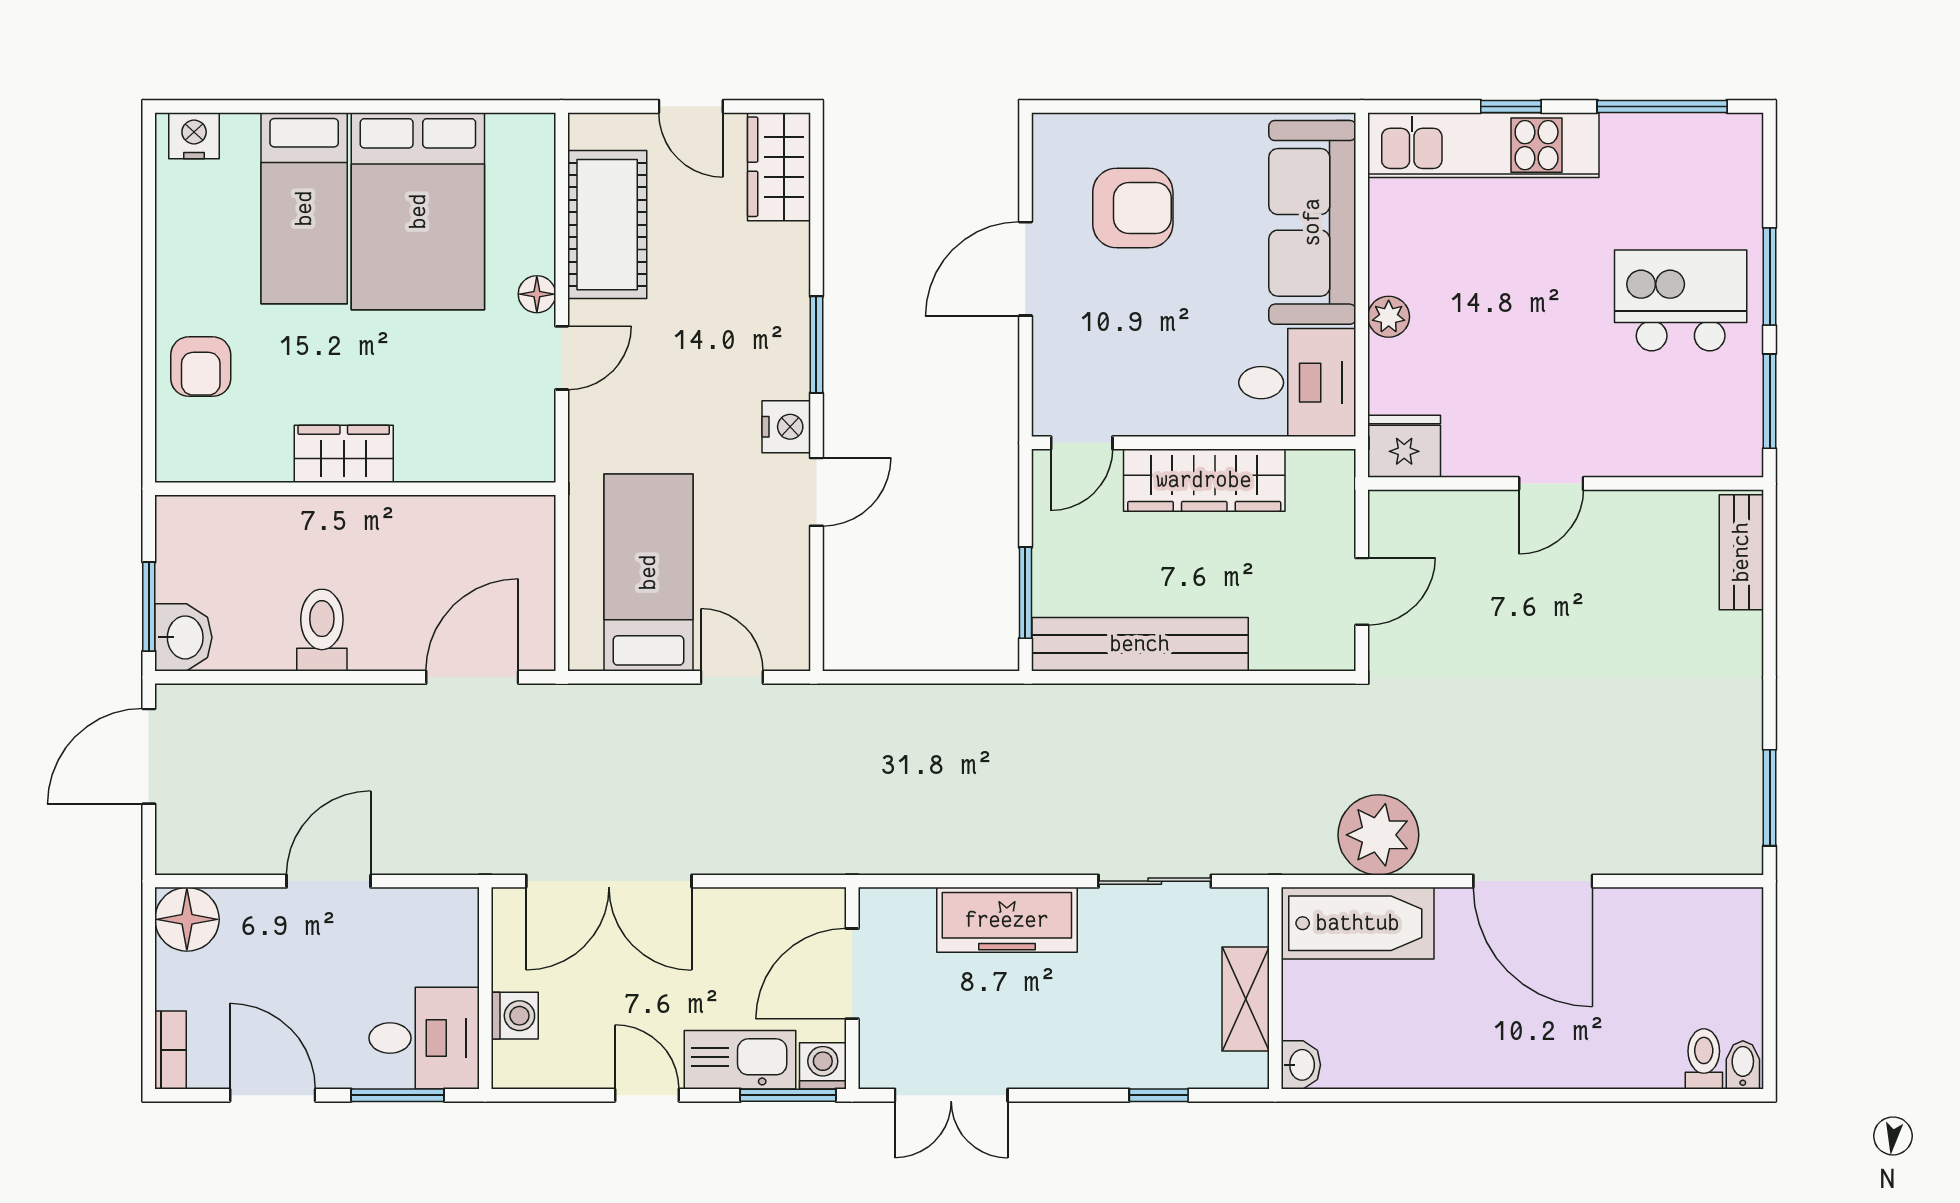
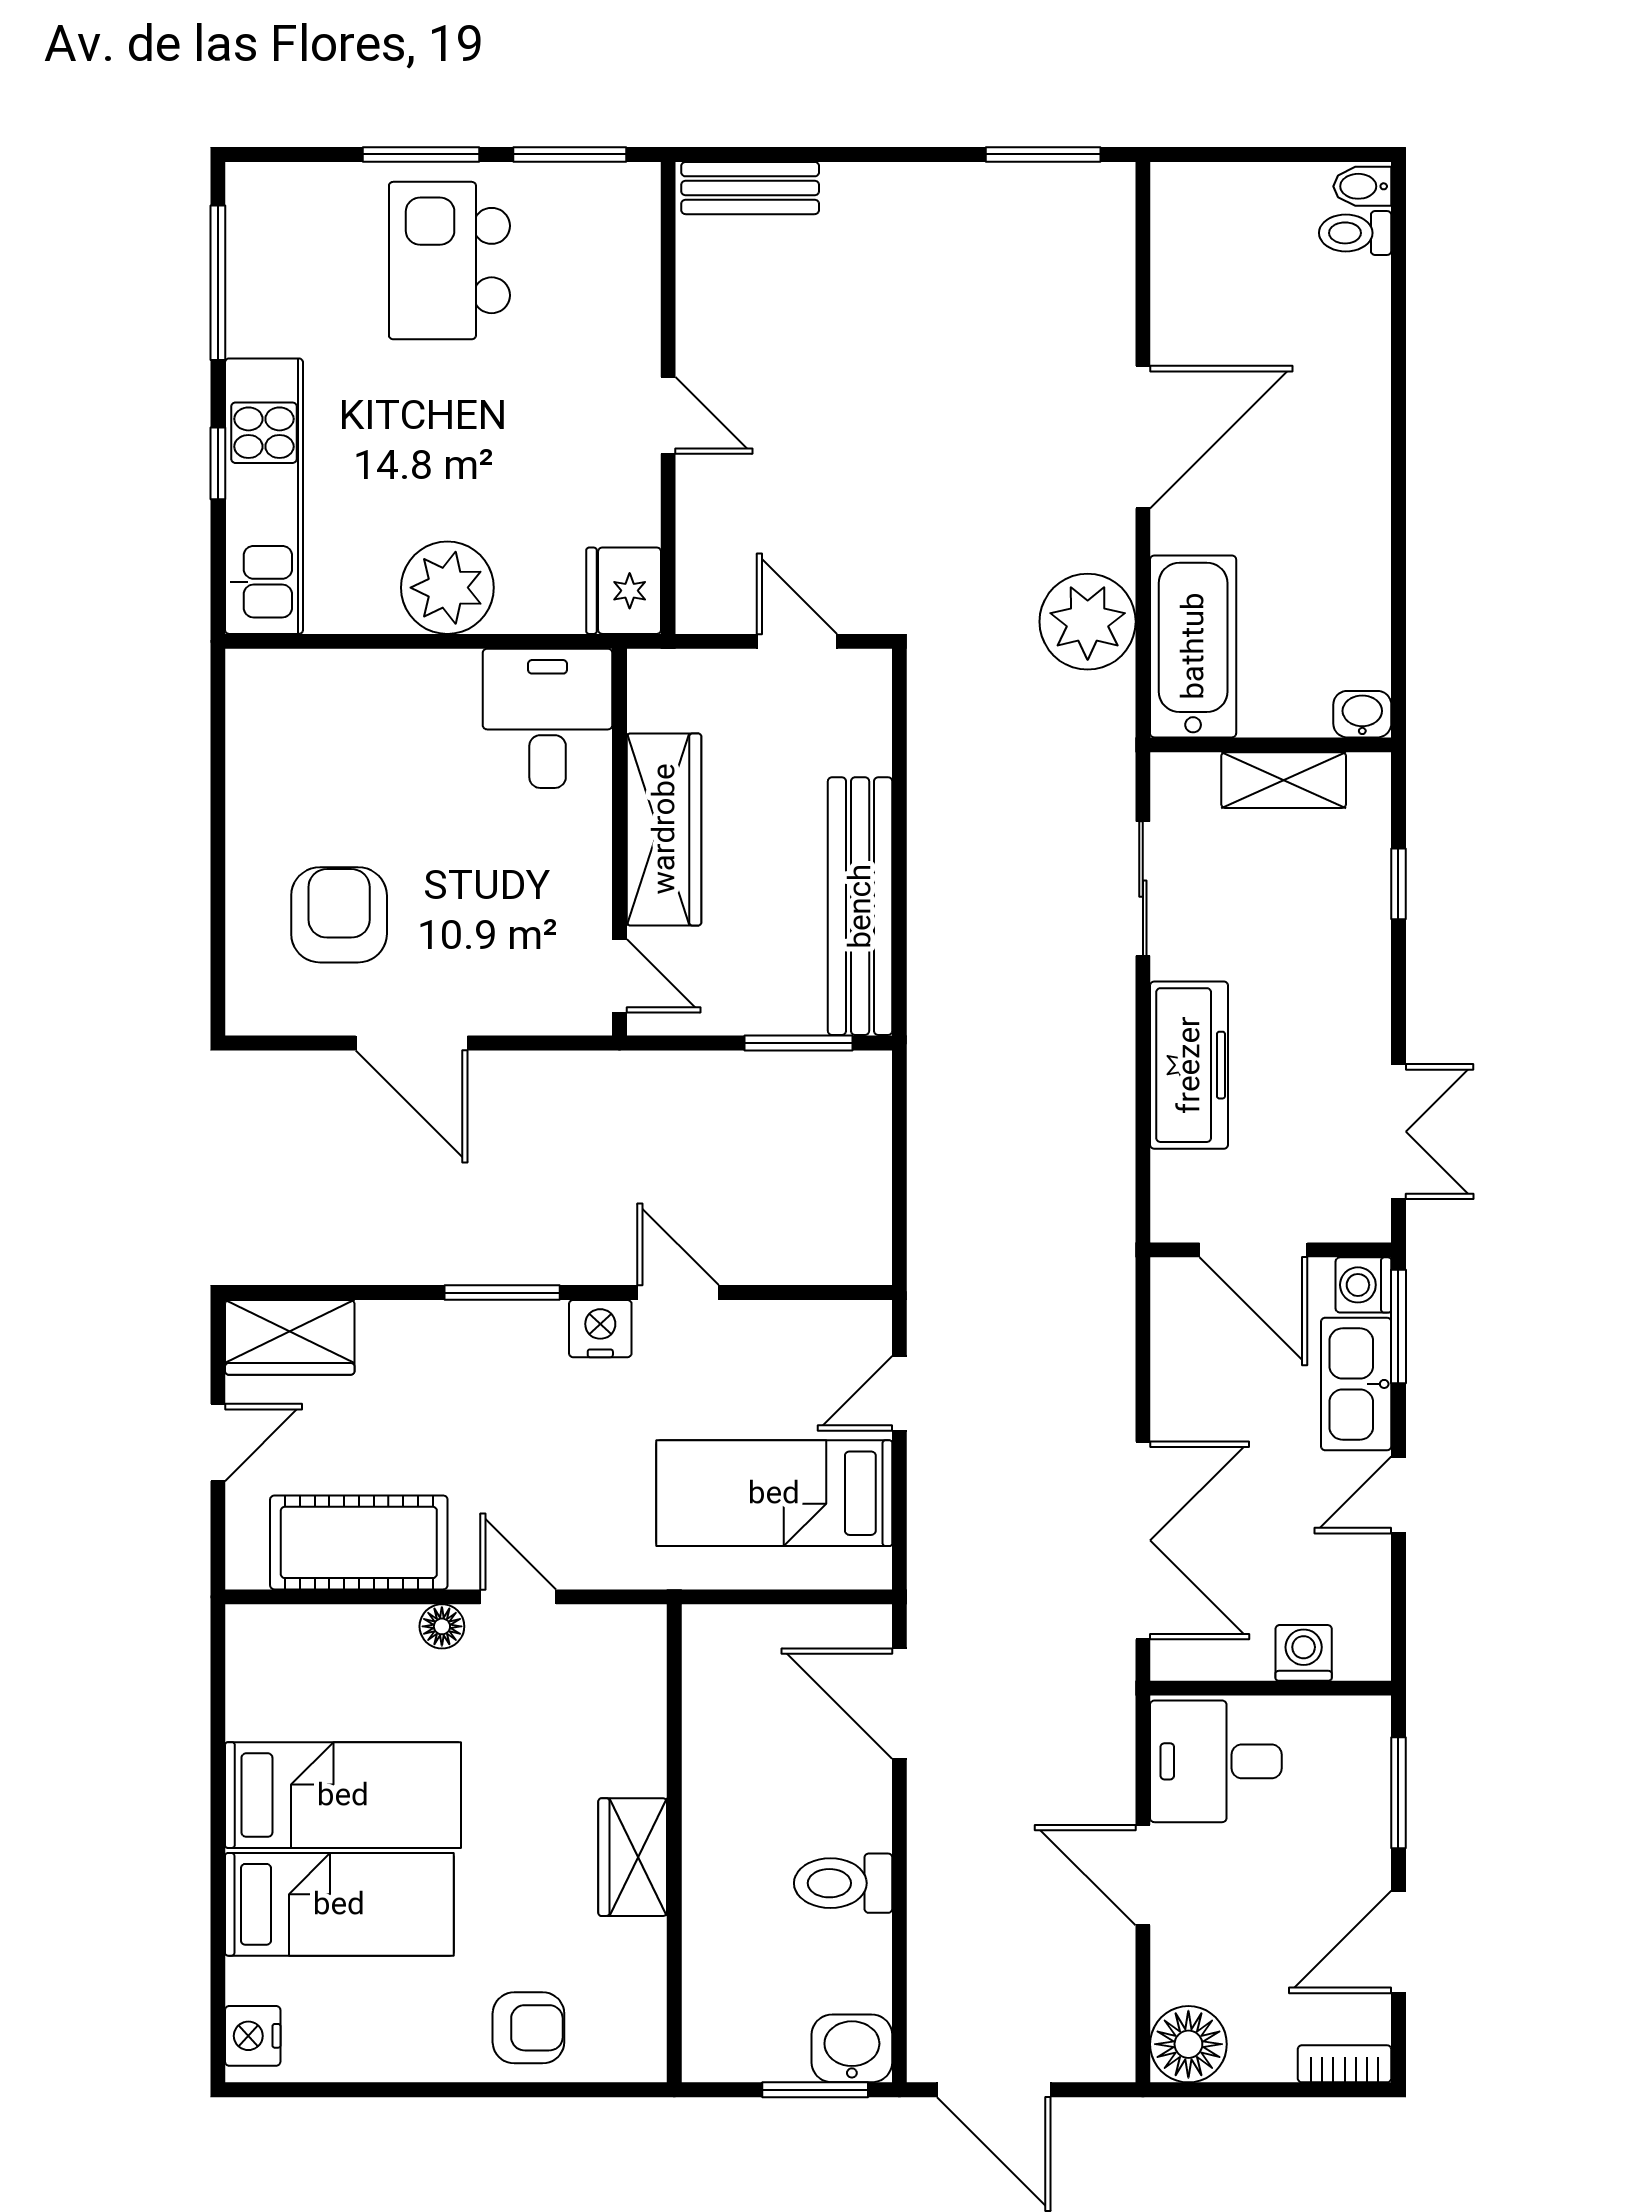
bed: (418, 211) -> (343, 1795), width x0.67
sofa: (1312, 222) -> (356, 700), removed
plant: (1389, 317) -> (447, 588), width x1.87, depth x1.87
desk: (424, 1038) -> (1216, 1761), moved, turned -90

